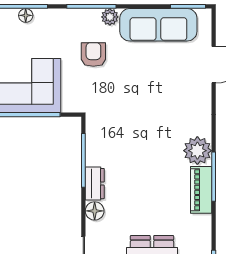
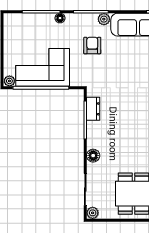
floor lamp: (26, 15) -> (60, 18), moved
dresser: (95, 184) -> (93, 109), moved

